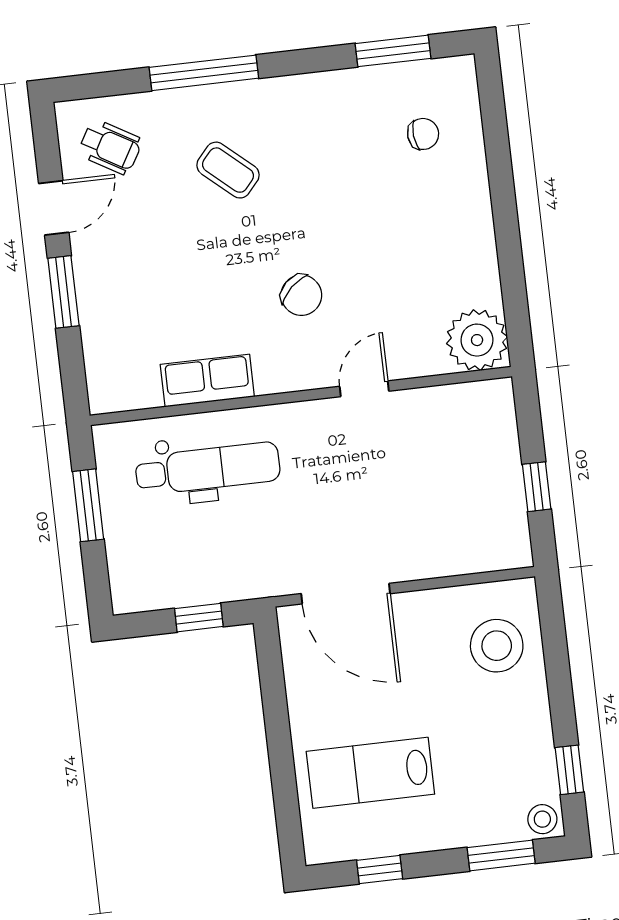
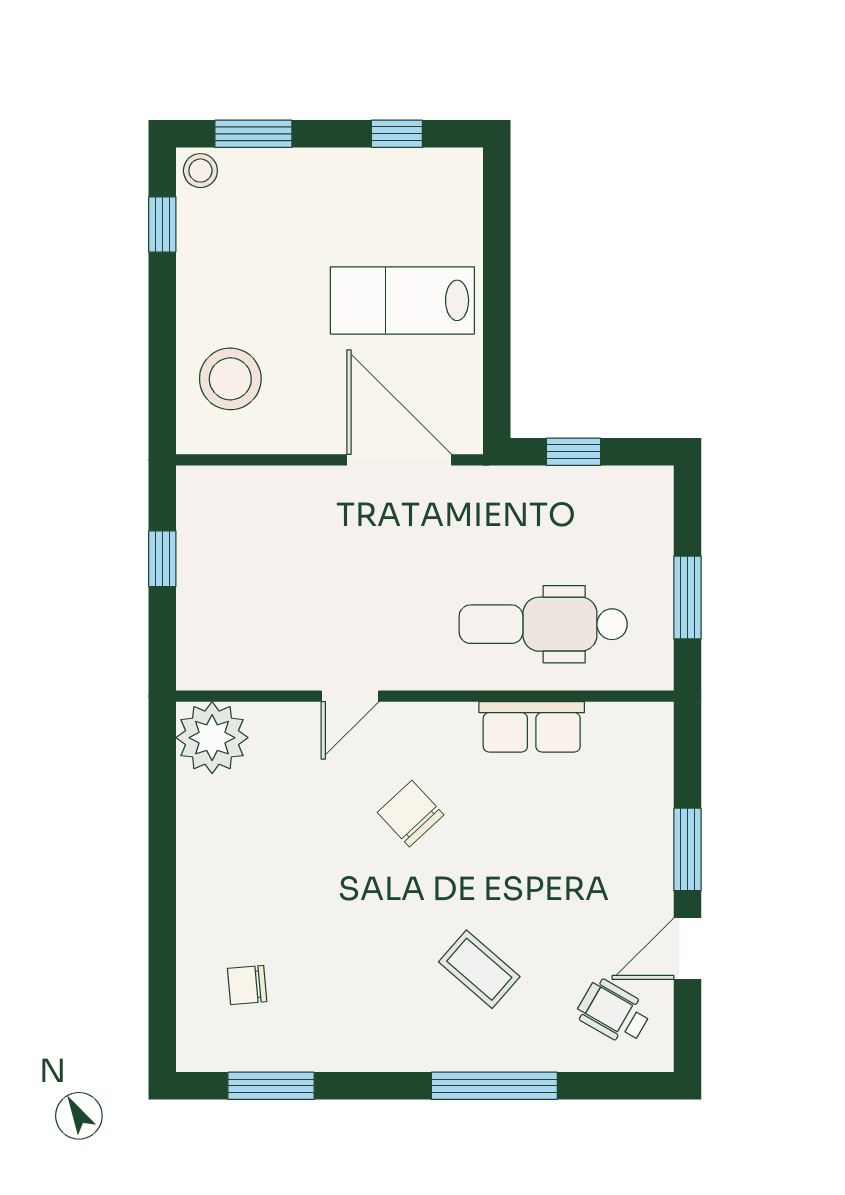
lab bench: (370, 773) -> (402, 300), moved, turned 180

